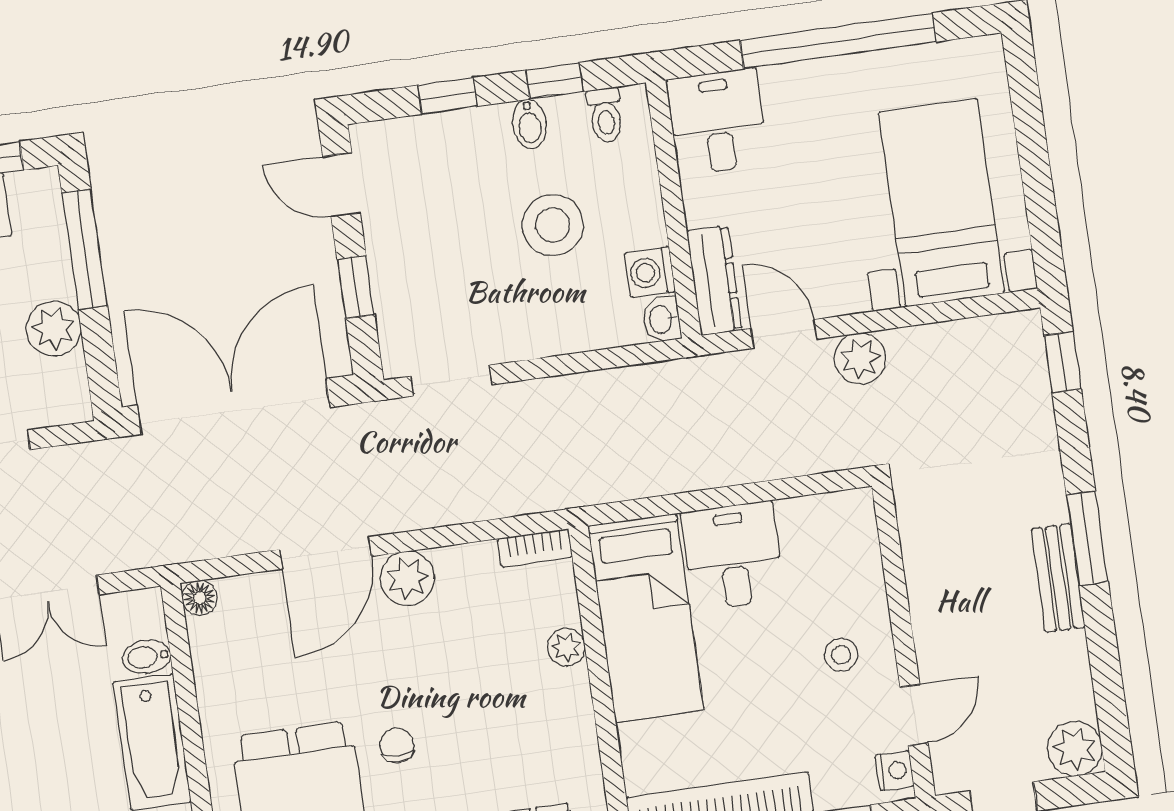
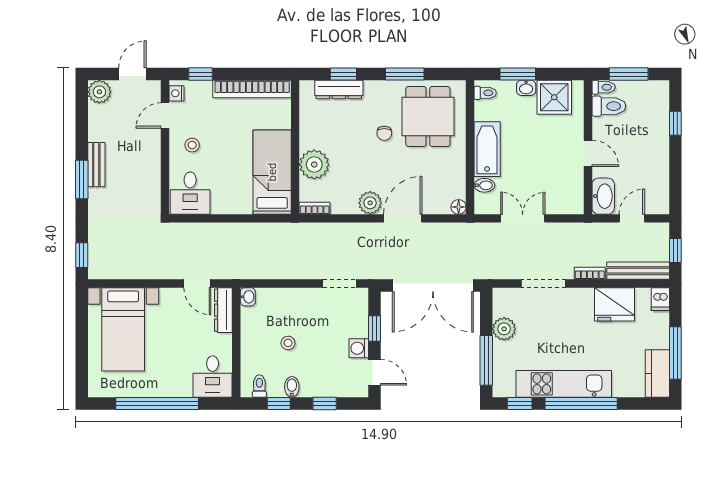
stool: (553, 225) -> (288, 343), width x0.53, depth x0.53
washing machine: (650, 272) -> (359, 348), moved, turned 180
plant: (860, 359) -> (167, 269), removed
desk: (733, 556) -> (190, 193), moved
plant: (566, 647) -> (314, 165), width x1.88, depth x1.88

